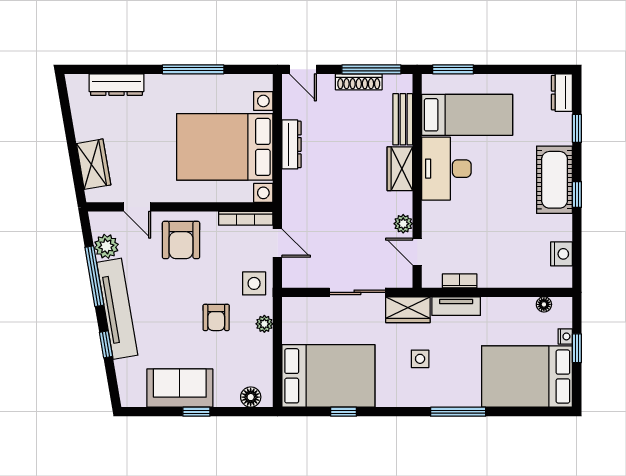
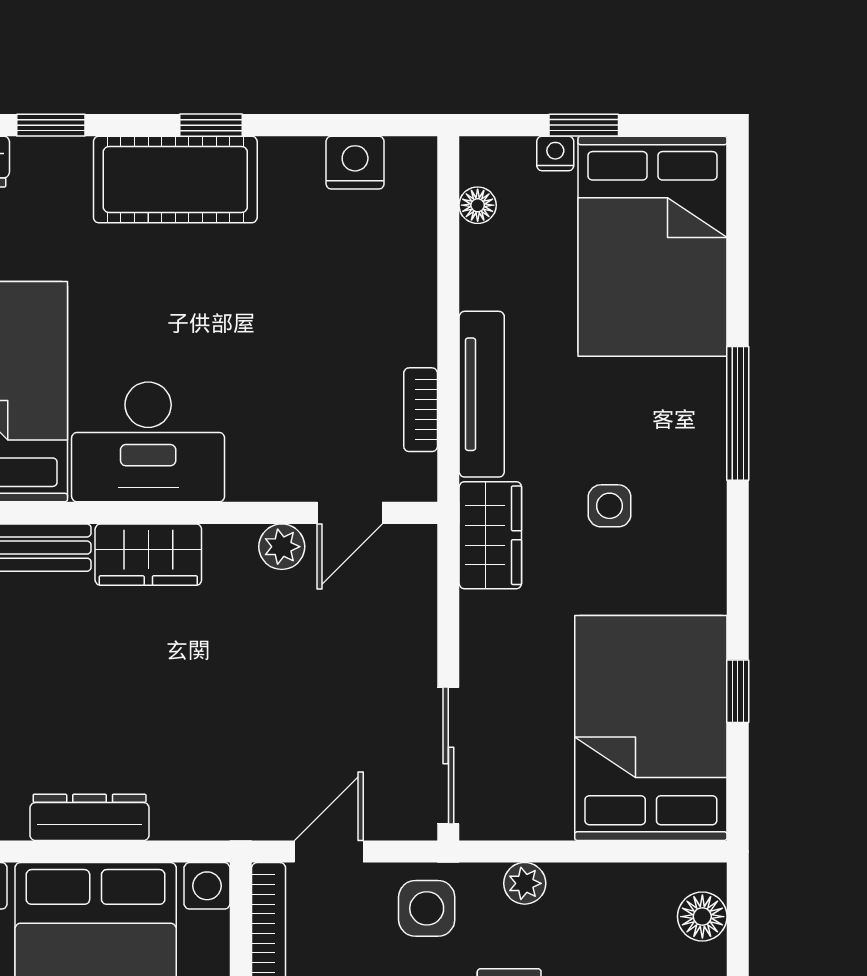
sliding door: (357, 292) -> (448, 755), moved
tv unit: (456, 306) -> (482, 394), width x1.41

